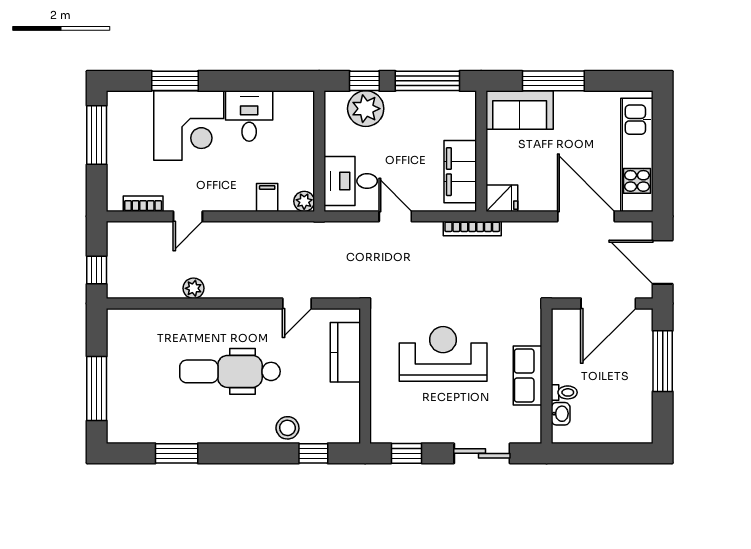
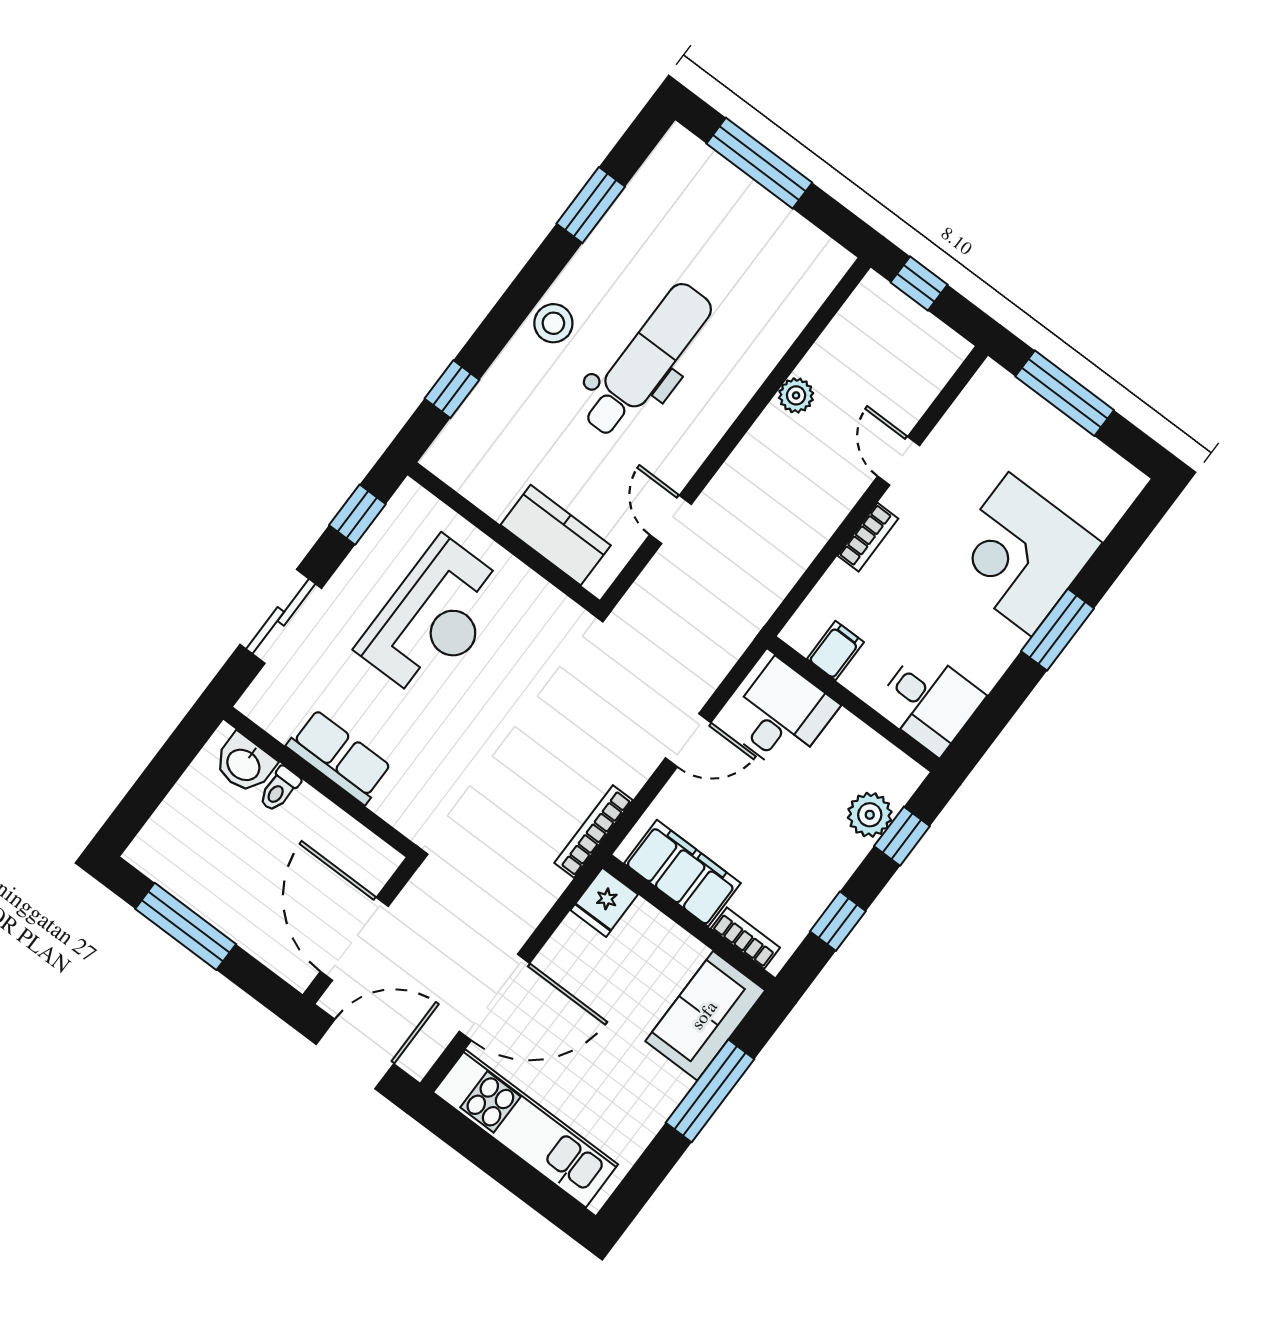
window: (175, 81) -> (1058, 630), moved
window: (427, 81) -> (838, 921), width x0.46
plant: (366, 109) -> (870, 815), width x0.73, depth x0.73
desk: (249, 116) -> (929, 701), moved
bookcase: (468, 119) -> (745, 938), added
window: (97, 135) -> (1065, 393), moved
filing cabinet: (267, 197) -> (835, 650), moved, turned -90
plant: (304, 201) -> (801, 633), removed
bookcase: (143, 204) -> (868, 537), moved
reception desk: (443, 354) -> (434, 619), moved
window: (663, 361) -> (186, 926), moved
washbasin: (561, 414) -> (244, 764), width x1.38, depth x1.45
stool: (287, 428) -> (553, 323), moved

